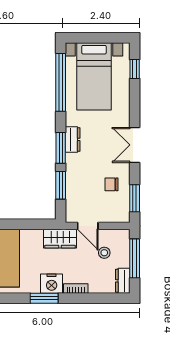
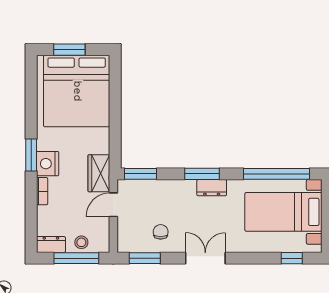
window: (61, 185) -> (141, 174), moved
stool: (104, 253) -> (81, 242), moved

